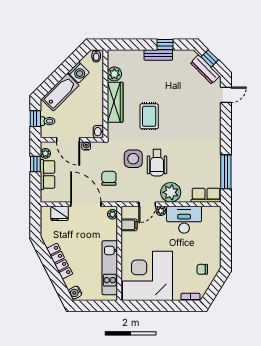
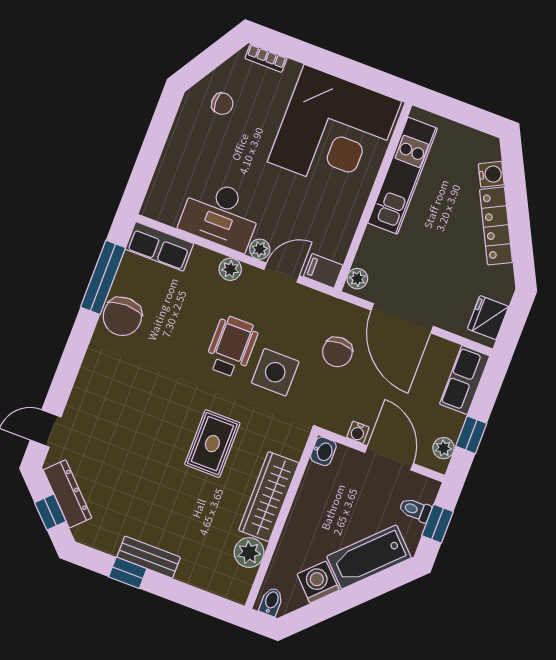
chair: (211, 158) -> (122, 316), added
row of seats: (48, 174) -> (465, 380), moved
plant: (171, 192) -> (230, 269), width x0.53, depth x0.53
fridge: (60, 213) -> (488, 318), moved, turned -90
filing cabinet: (129, 225) -> (323, 271), moved
water cooler: (75, 293) -> (491, 174), moved

